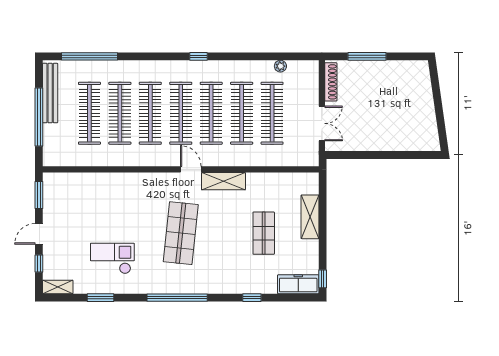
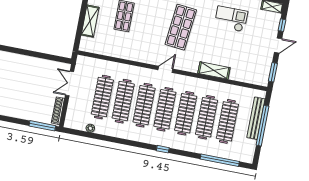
window: (198, 56) -> (163, 149), moved
window: (367, 56) -> (42, 126), moved
bench: (50, 93) -> (256, 118), moved
door: (191, 169) -> (165, 69), swing flipped
shelving: (223, 181) -> (214, 70), moved
checkout: (112, 258) -> (231, 19), turned 180

